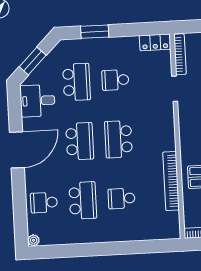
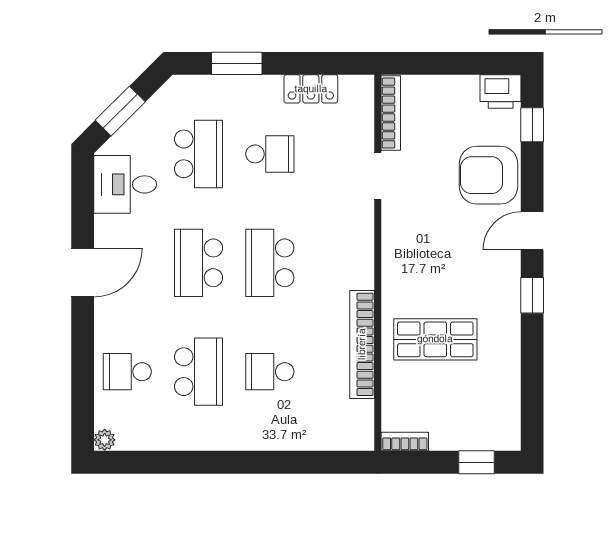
locker: (155, 42) -> (311, 89), moved
school desk: (115, 80) -> (270, 154), turned 180
school desk: (80, 141) -> (199, 263), turned 180
door: (17, 150) -> (83, 273), width x0.73

